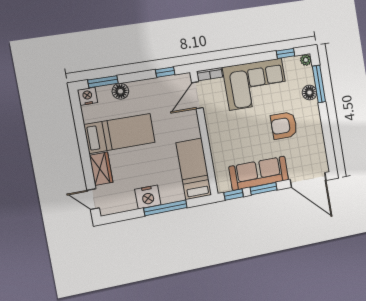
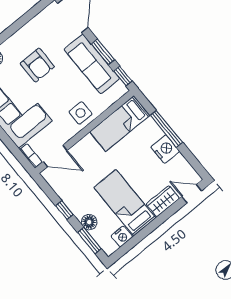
window: (165, 72) -> (64, 210), moved
nightstand: (87, 96) -> (122, 236), moved, turned -90
side table: (222, 139) -> (81, 113), added
door: (93, 199) -> (192, 194), swing flipped

